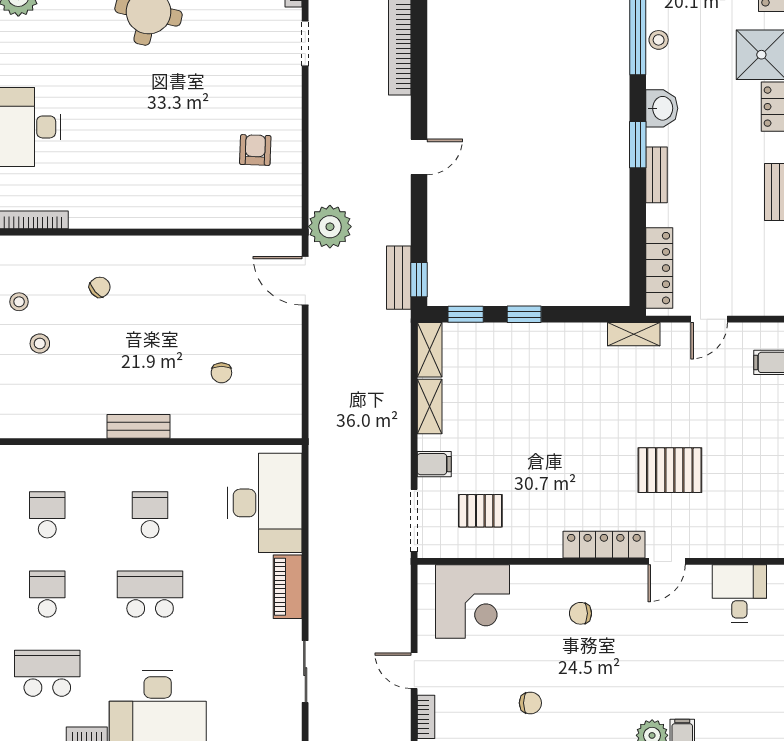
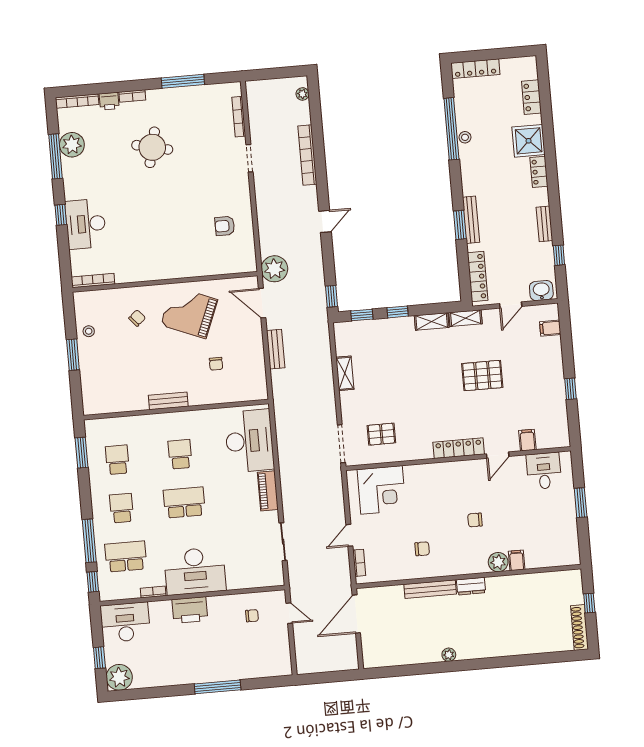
washbasin: (662, 108) -> (541, 291), moved, turned -90
window: (638, 145) -> (460, 225), moved
armchair: (255, 150) -> (225, 226), turned -92
bench: (657, 175) -> (471, 220), width x1.36
bench: (399, 278) -> (276, 349), moved
grand piano: (185, 285) -> (189, 312), added
stool: (40, 344) -> (104, 356), removed
shelving: (430, 350) -> (432, 321), moved, turned 90
filing cabinet: (434, 464) -> (527, 440), moved, turned -90
pallet: (670, 470) -> (482, 376), moved
chair: (580, 613) -> (475, 520), moved
door: (414, 671) -> (349, 535), hinge flipped

